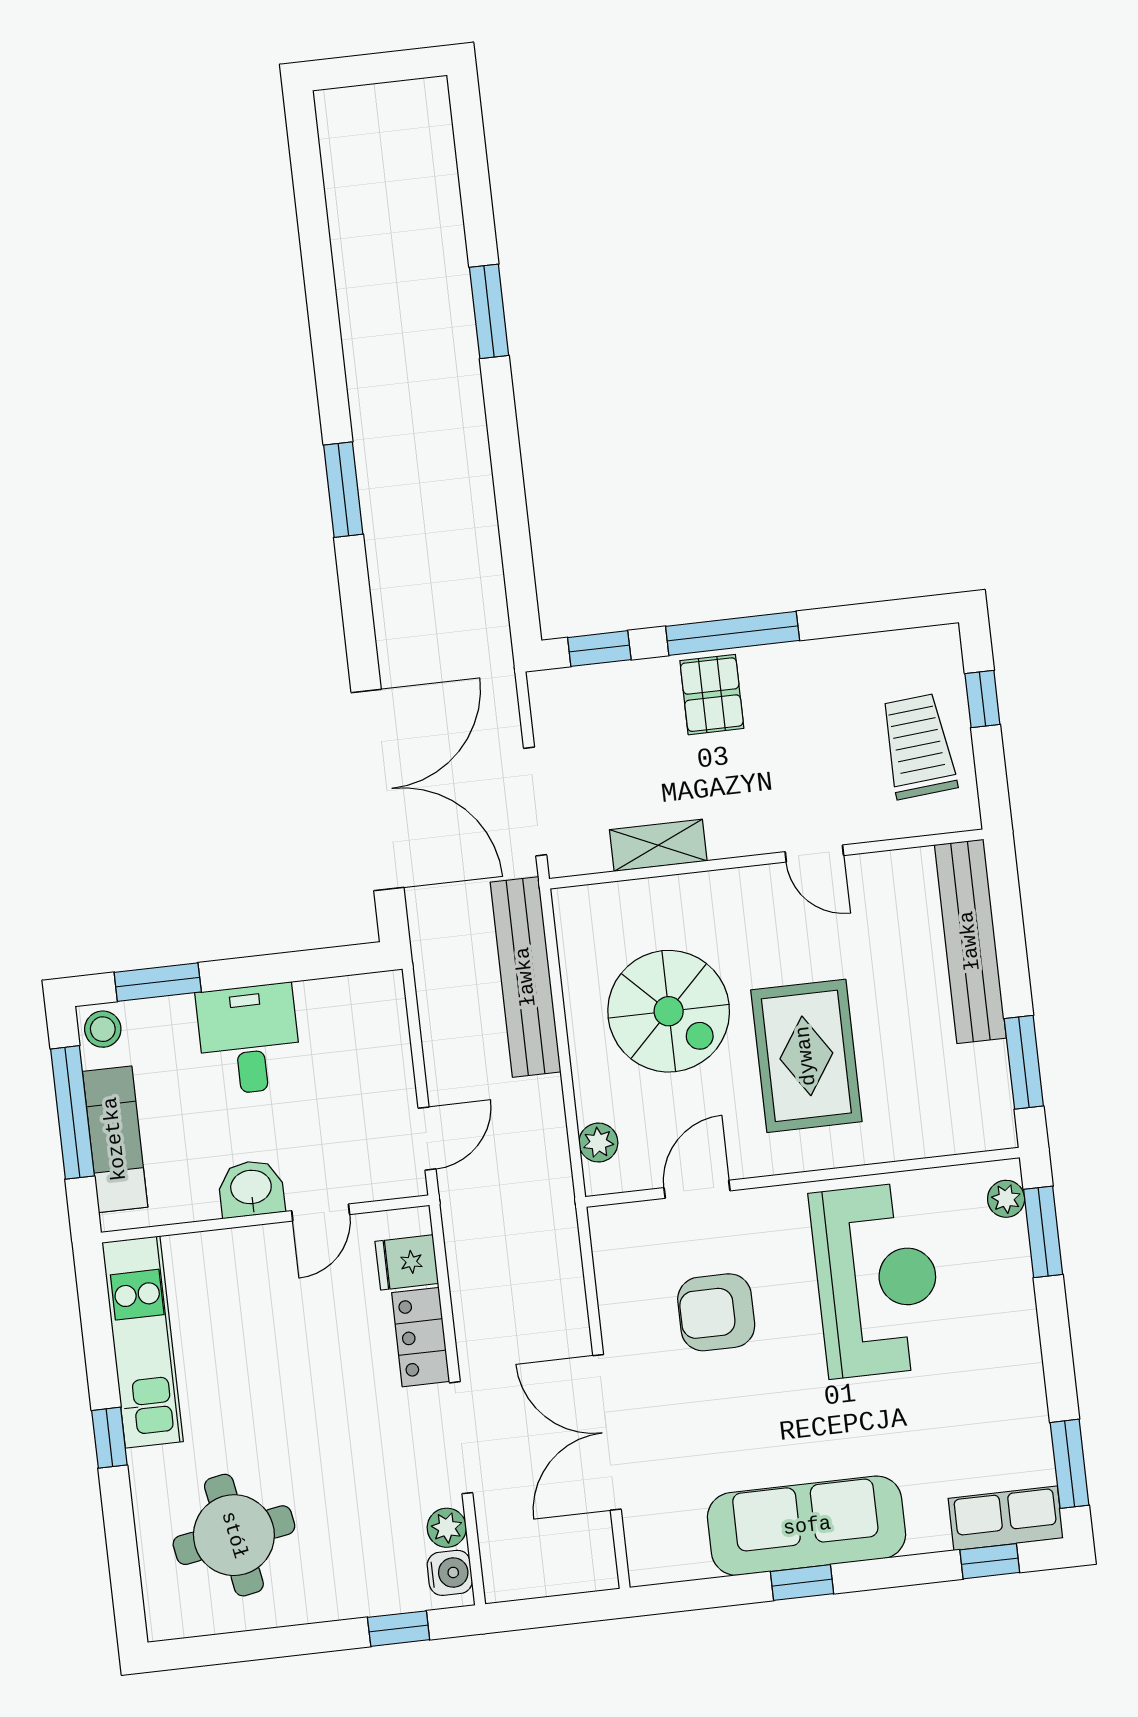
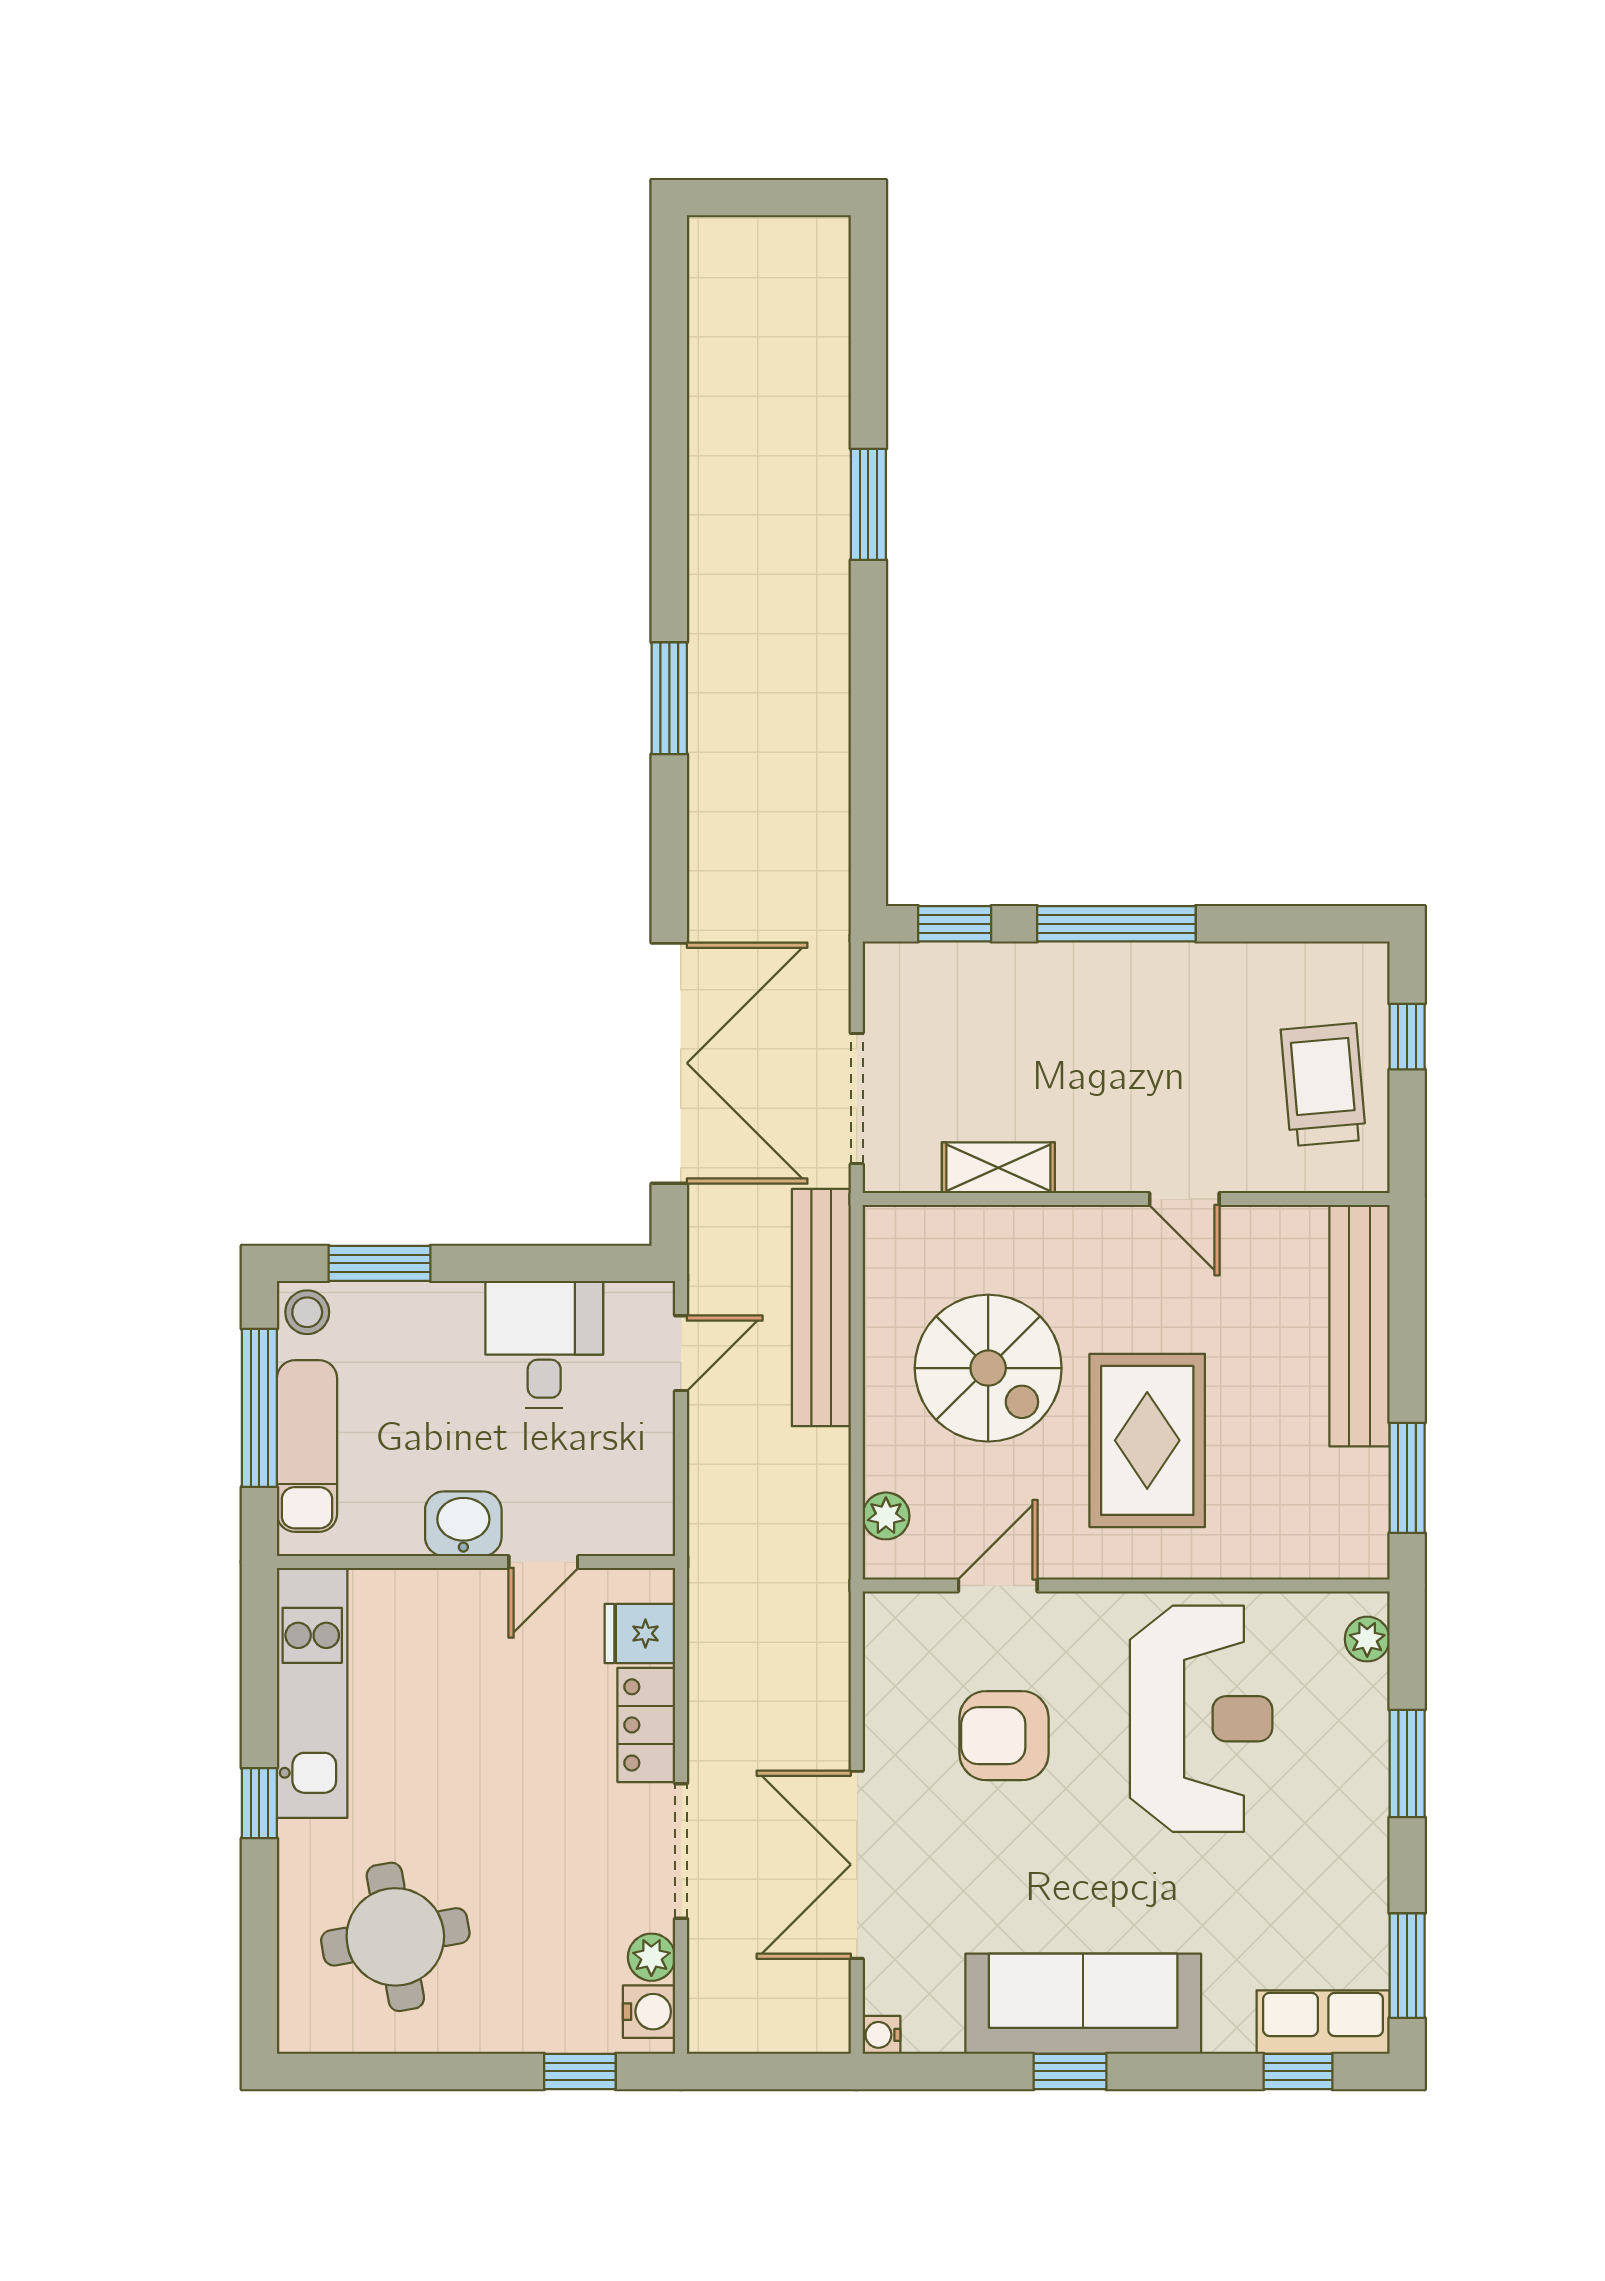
pallet: (712, 695) -> (1083, 994), removed
desk: (249, 1039) -> (544, 1344), moved
door: (427, 1139) -> (681, 1353), moved
window: (1043, 1232) -> (1407, 1763), moved
water cooler: (643, 1570) -> (881, 2035), added

